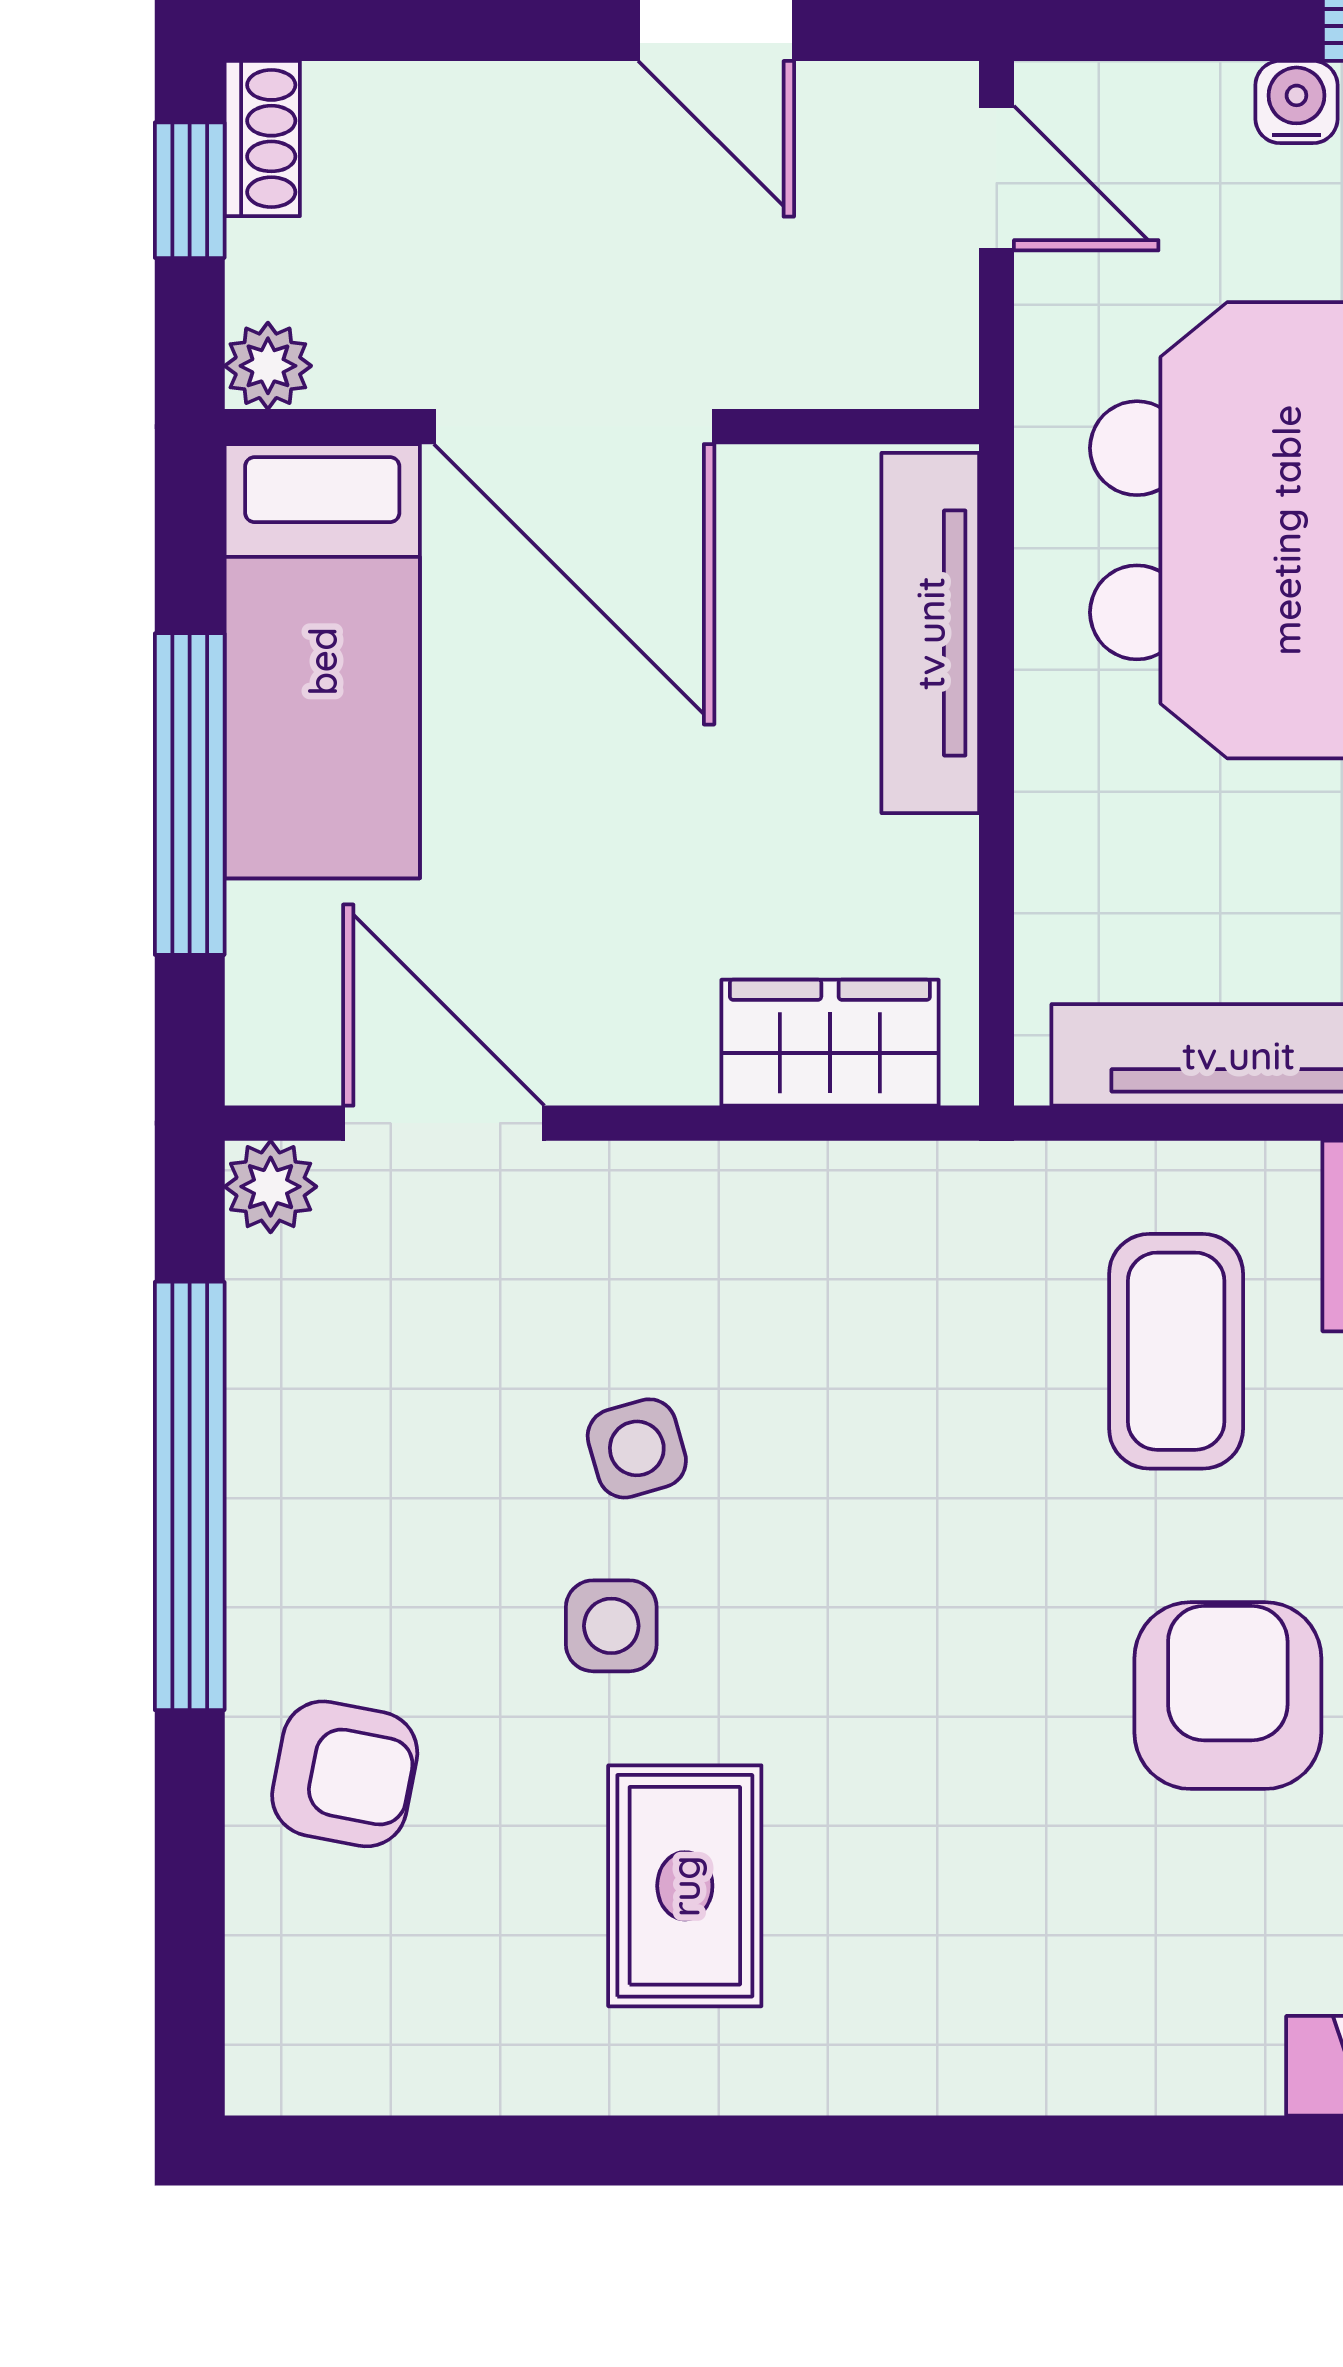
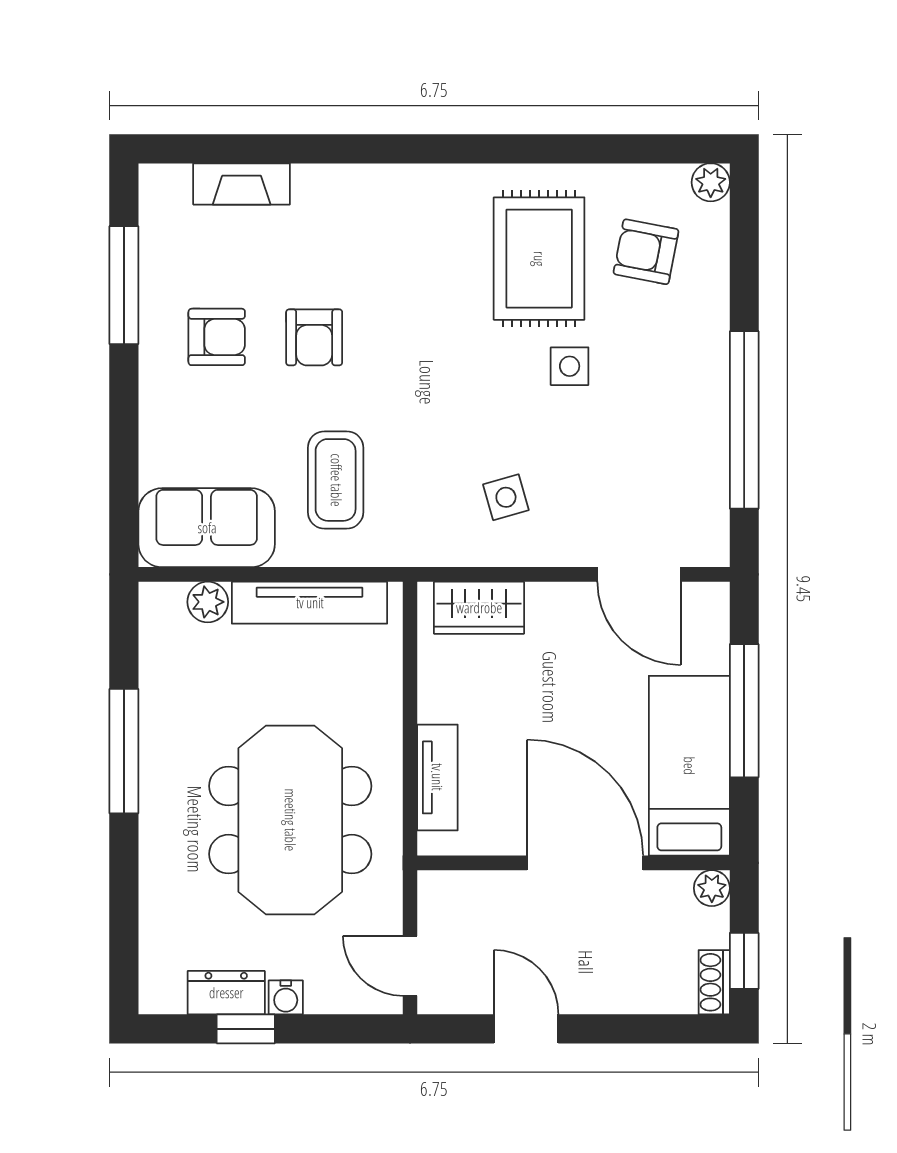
tv unit: (930, 633) -> (437, 777), width x0.71
plant: (271, 1187) -> (711, 182), moved
side table: (637, 1448) -> (506, 497), moved
armchair: (1228, 1696) -> (314, 337), width x0.72, depth x0.72
armchair: (345, 1774) -> (646, 252), moved
rug: (685, 1886) -> (539, 259), width x1.36, depth x1.43

